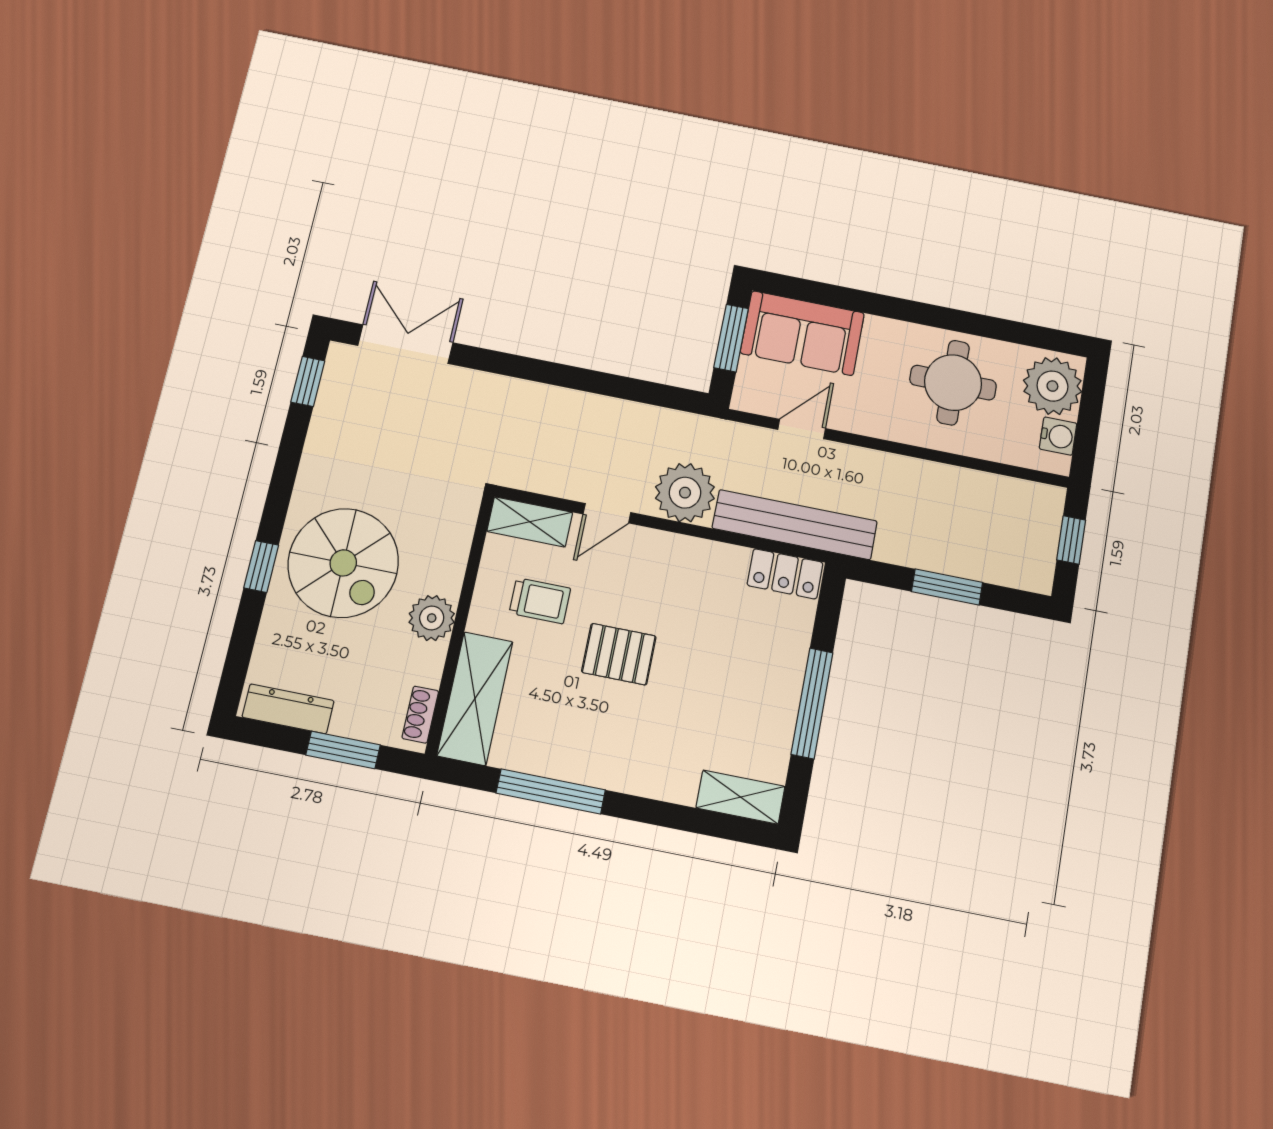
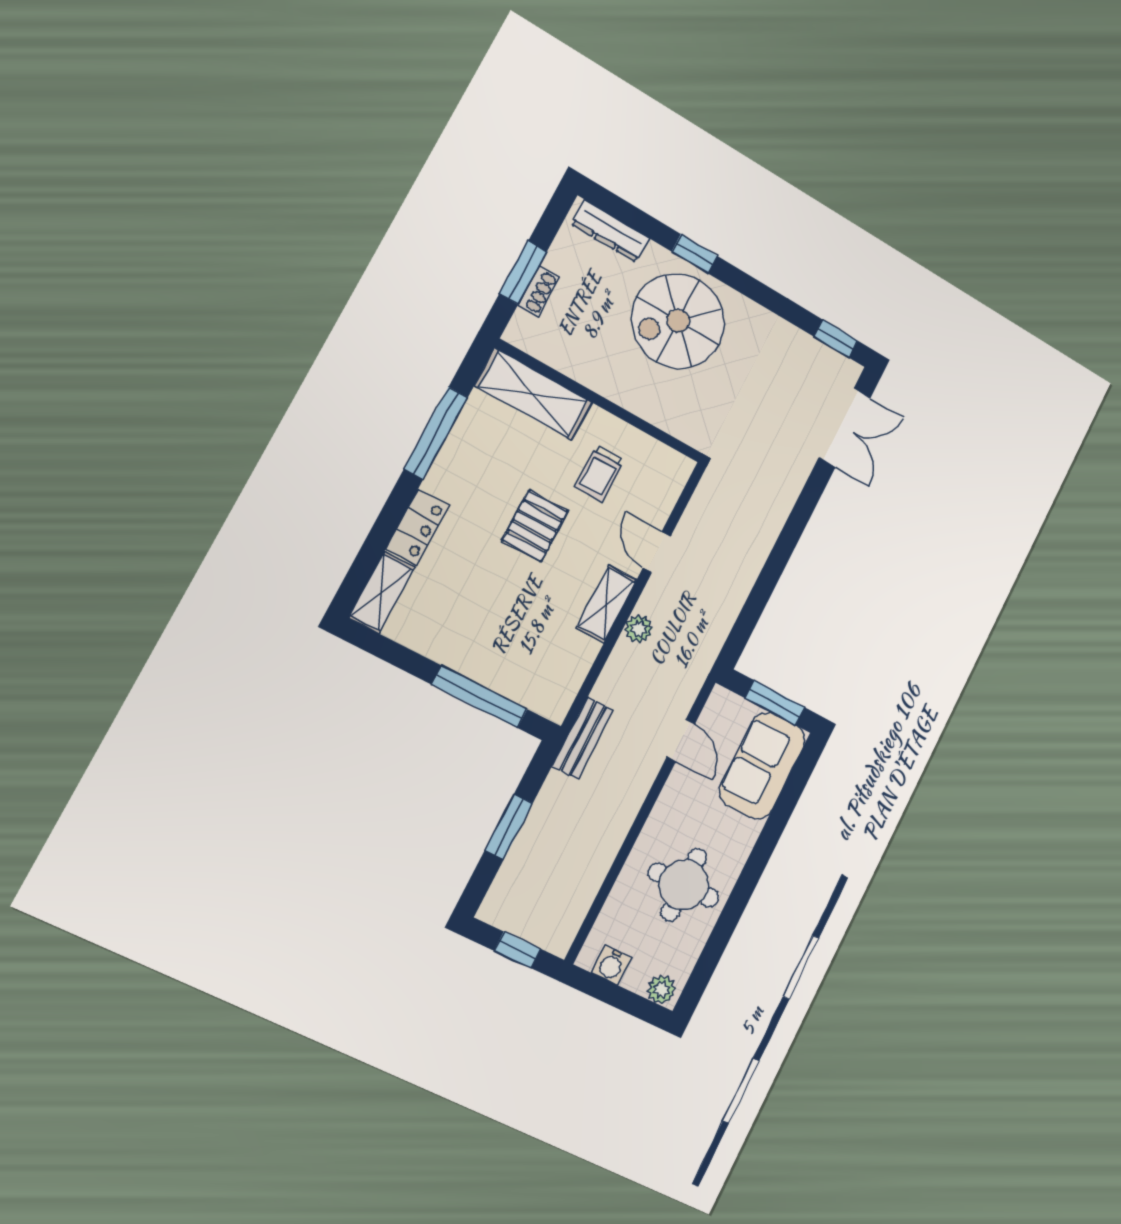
plant: (1052, 386) -> (661, 990), width x0.53, depth x0.53
plant: (685, 493) -> (639, 629), width x0.53, depth x0.53
shelving: (530, 522) -> (606, 604), moved
bench: (795, 525) -> (583, 738), width x0.54, depth x0.82
locker: (785, 574) -> (418, 527), moved, turned 180
plant: (432, 618) -> (611, 379), removed
window: (812, 703) -> (480, 697), moved
dresser: (288, 709) -> (610, 231), moved, turned 90
shoe rack: (420, 715) -> (538, 291), moved, turned 90

